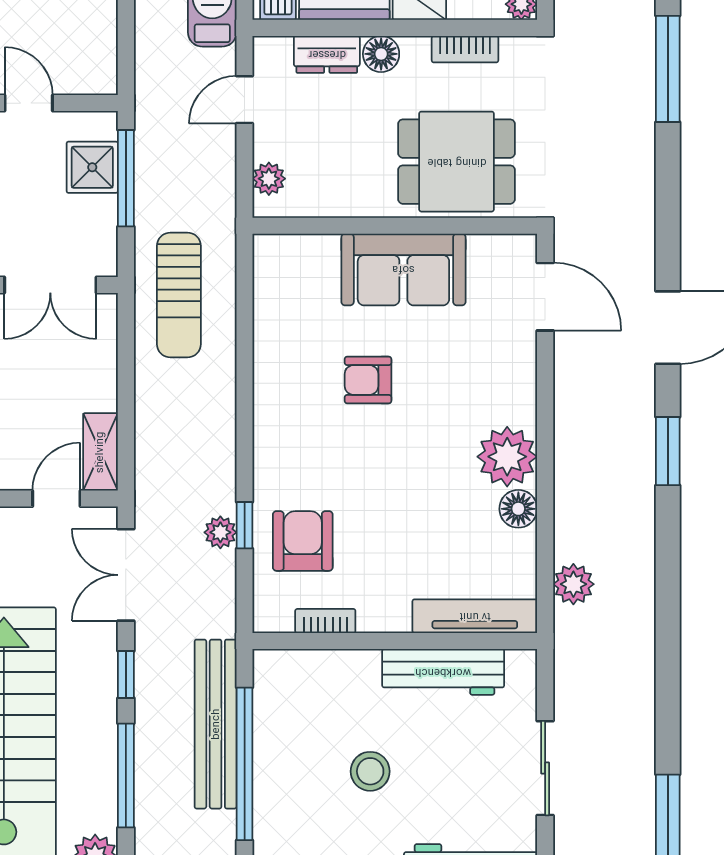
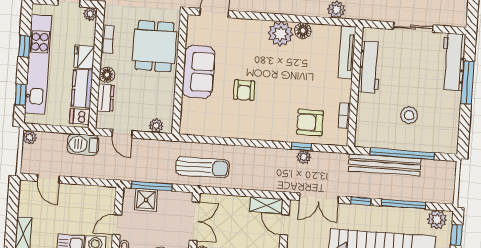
stool: (370, 771) -> (409, 115), moved

